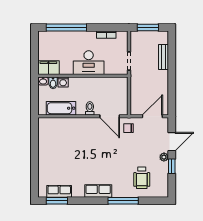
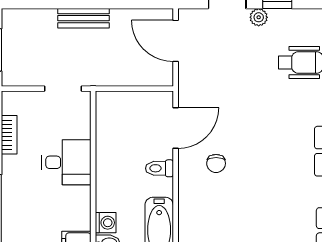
bench: (163, 57) -> (84, 18), moved
desk: (89, 63) -> (66, 162), width x0.73
chair: (128, 128) -> (216, 163), moved

